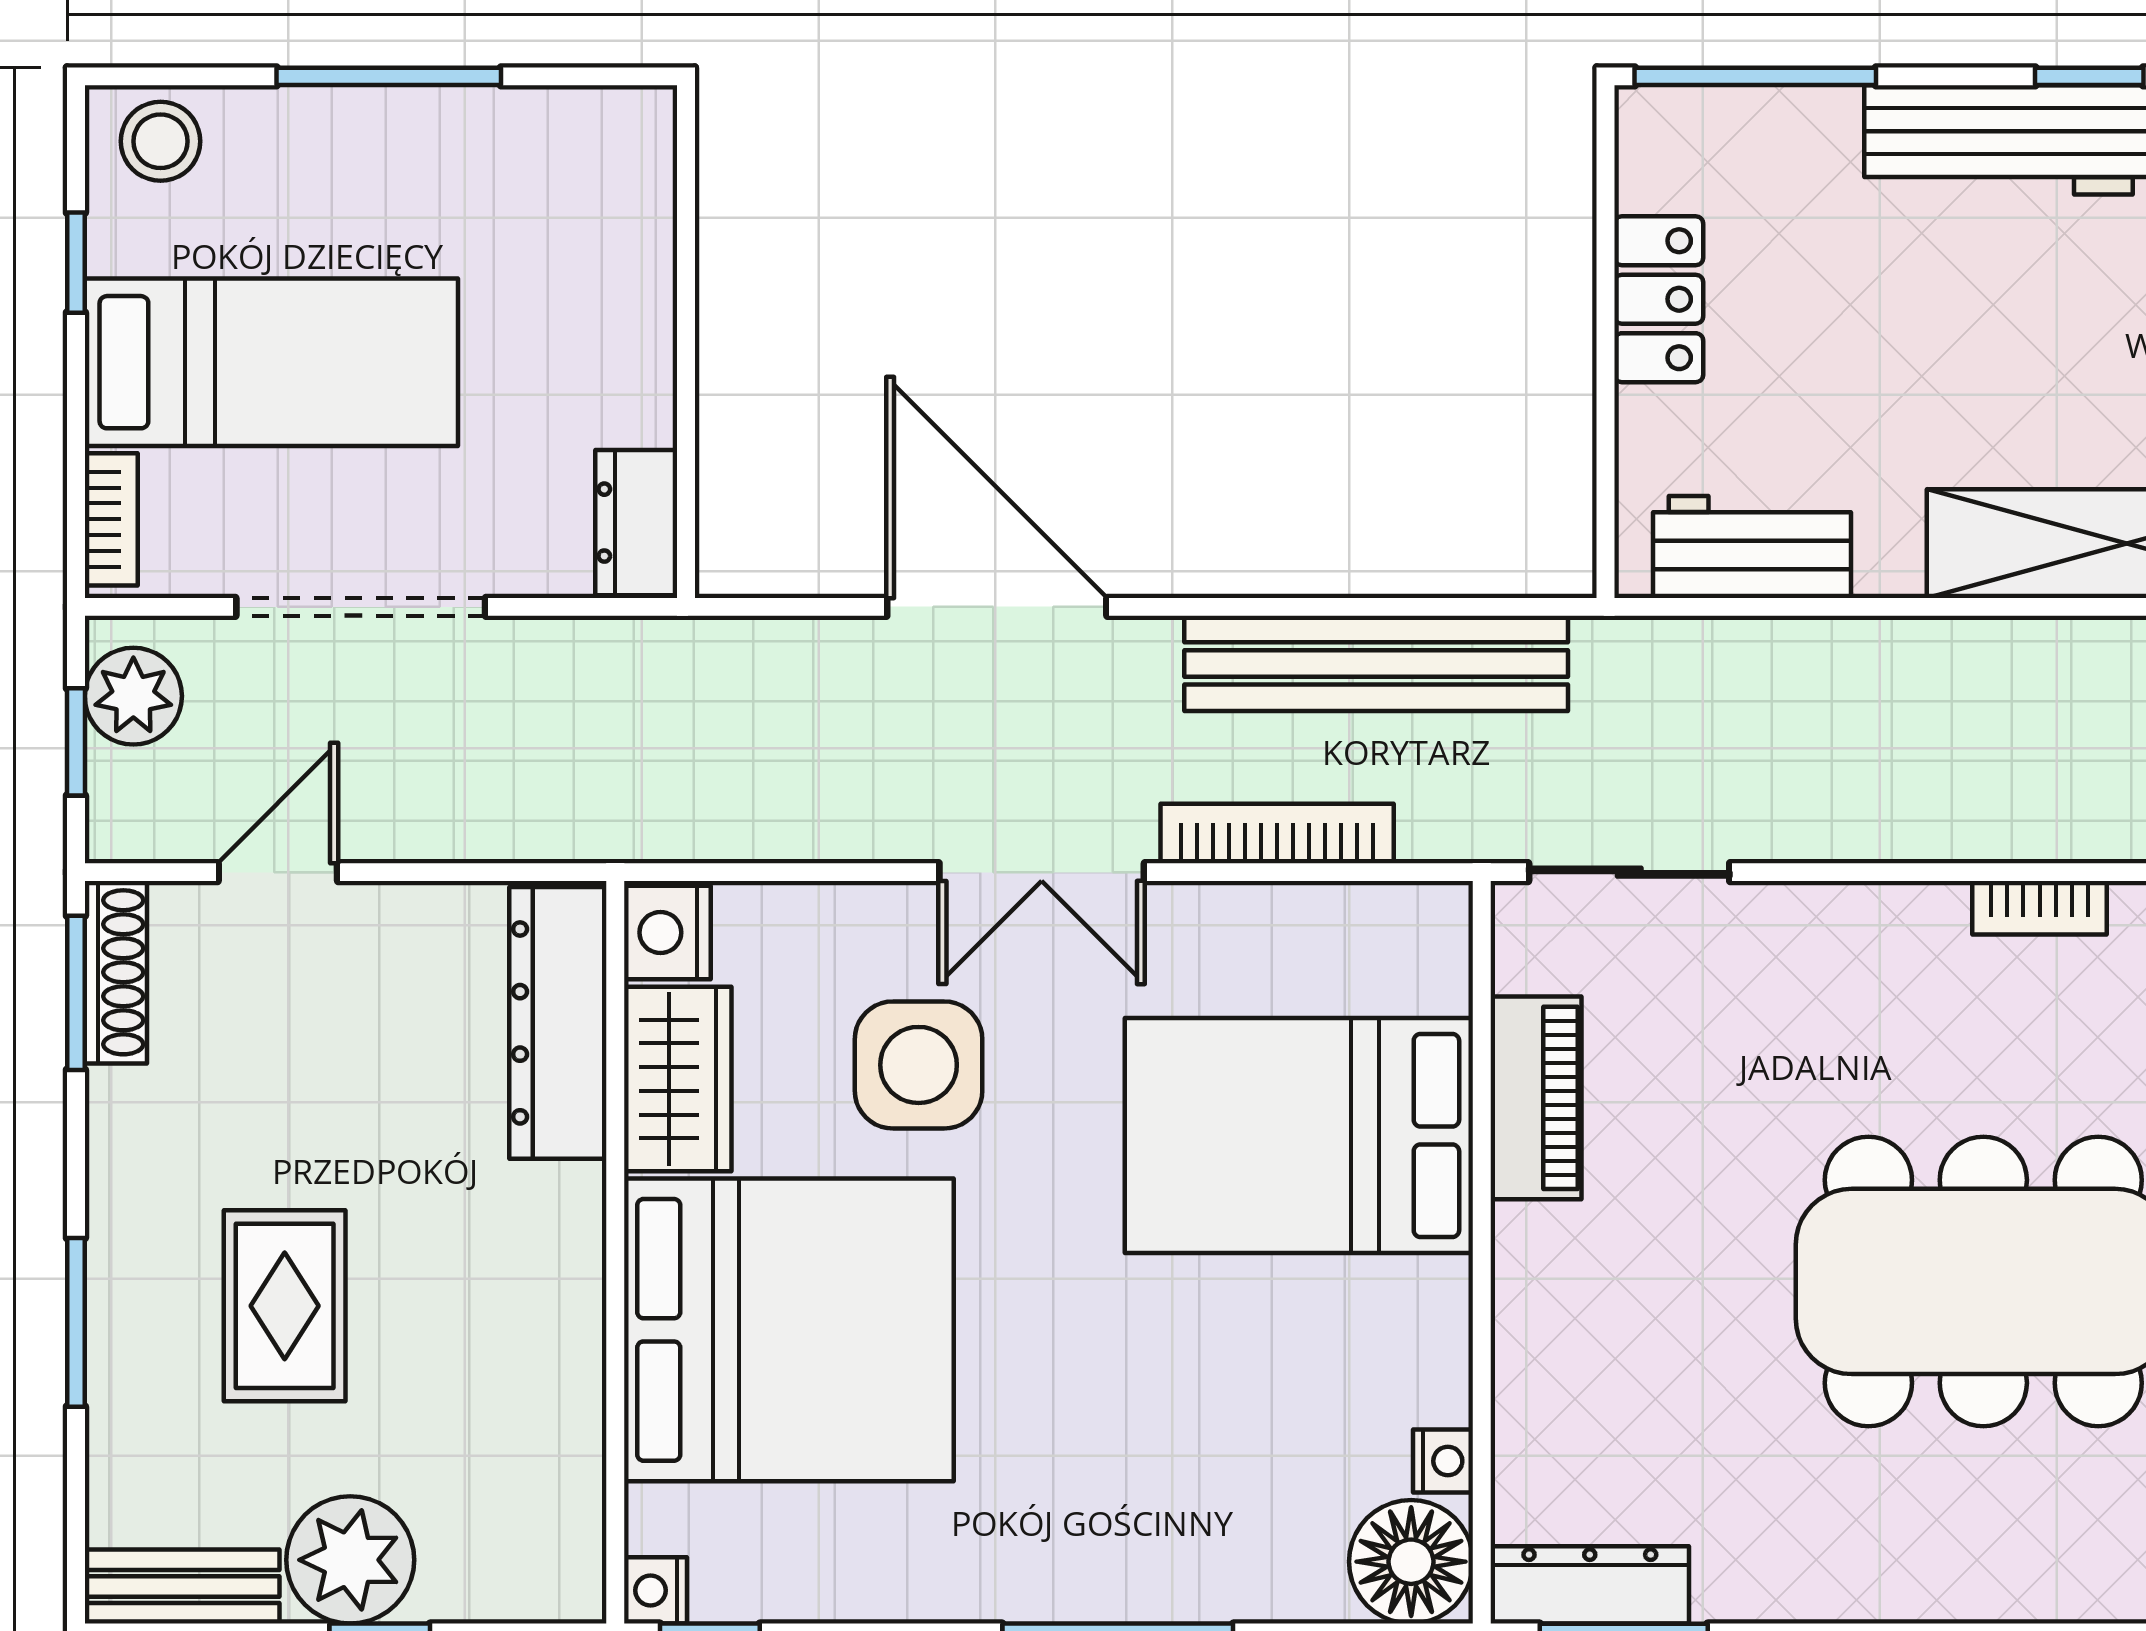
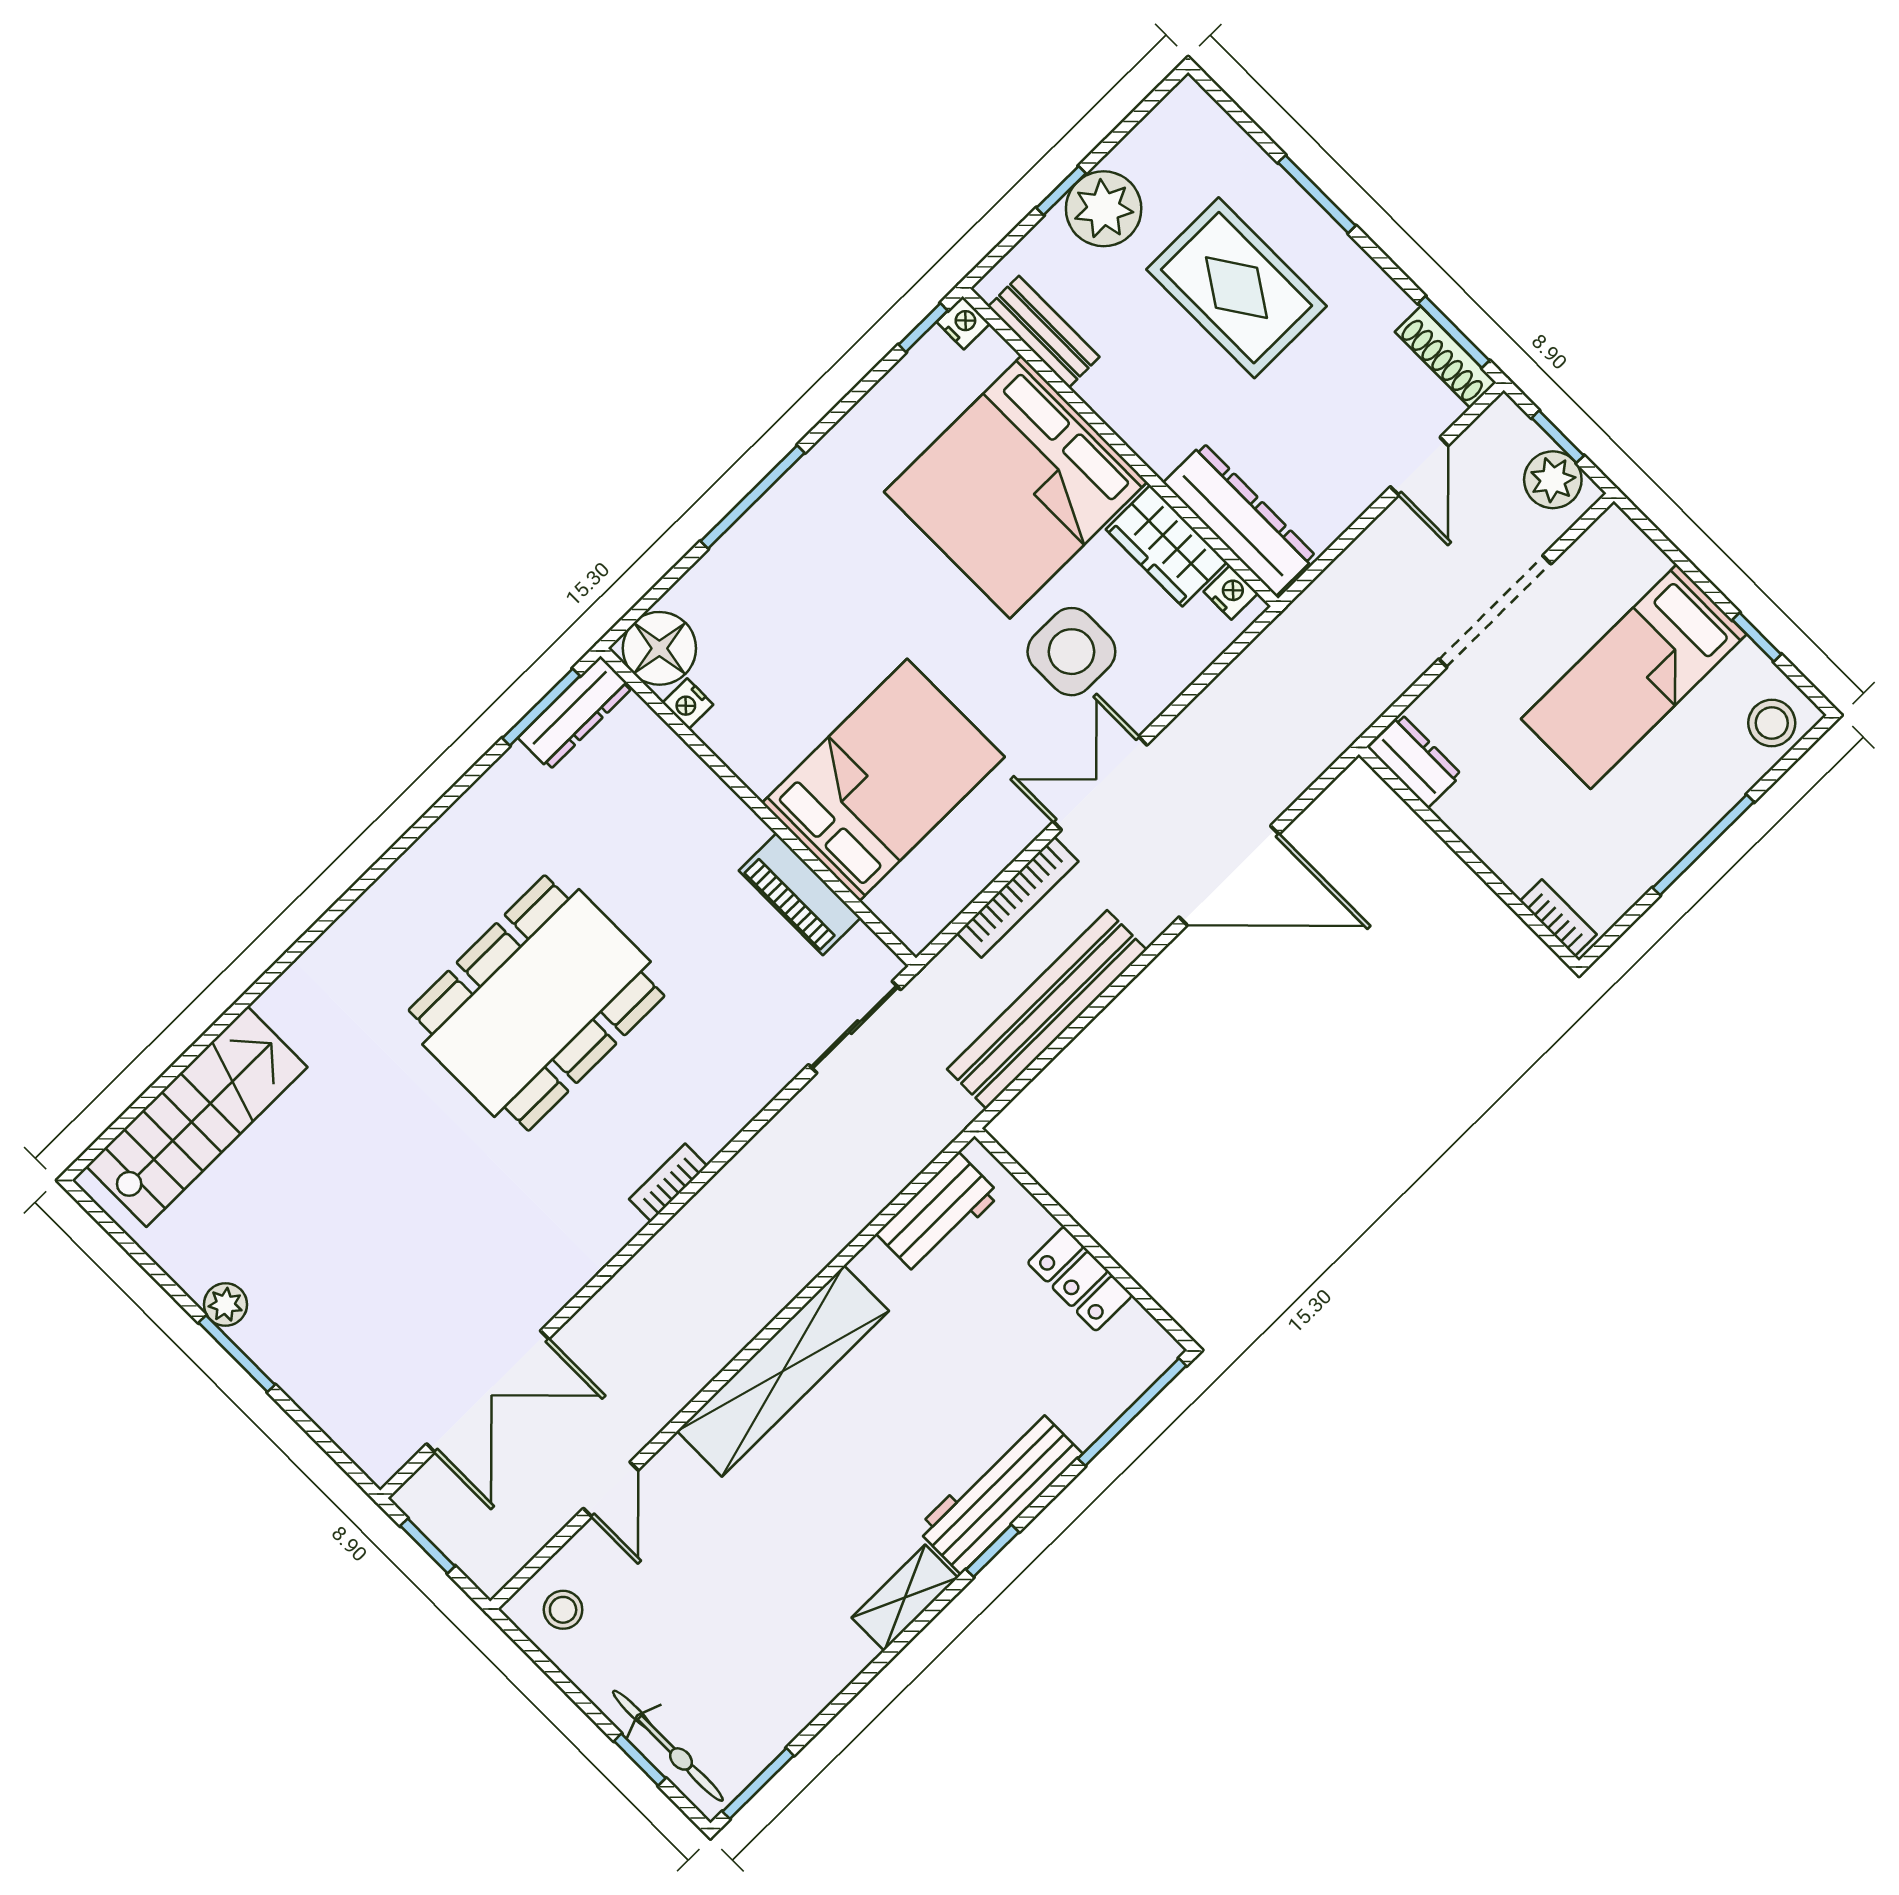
bookcase: (111, 519) -> (1558, 918), moved, turned 180
nightstand: (667, 933) -> (1231, 592), width x0.72, depth x0.74
rug: (285, 1306) -> (1236, 288), width x1.36, depth x1.43
bench: (182, 1587) -> (1044, 332), moved, turned 90

